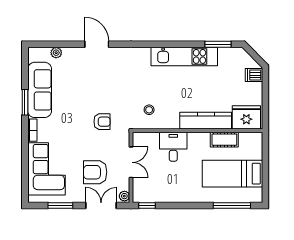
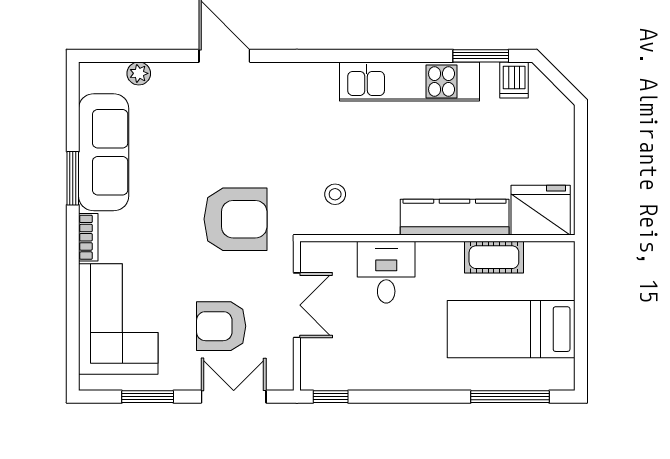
dishwasher: (254, 75) -> (514, 80), moved, turned -90
armchair: (102, 122) -> (235, 219), width x1.88, depth x1.88
plant: (124, 196) -> (283, 377), removed

